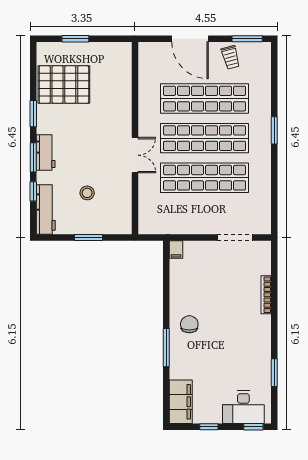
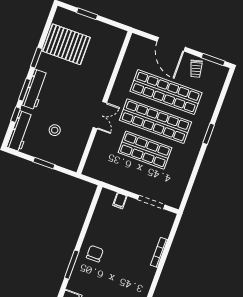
workbench: (46, 152) -> (35, 89), width x1.38
shop shelf: (205, 178) -> (145, 150), width x0.71
filing cabinet: (176, 250) -> (120, 201), moved

